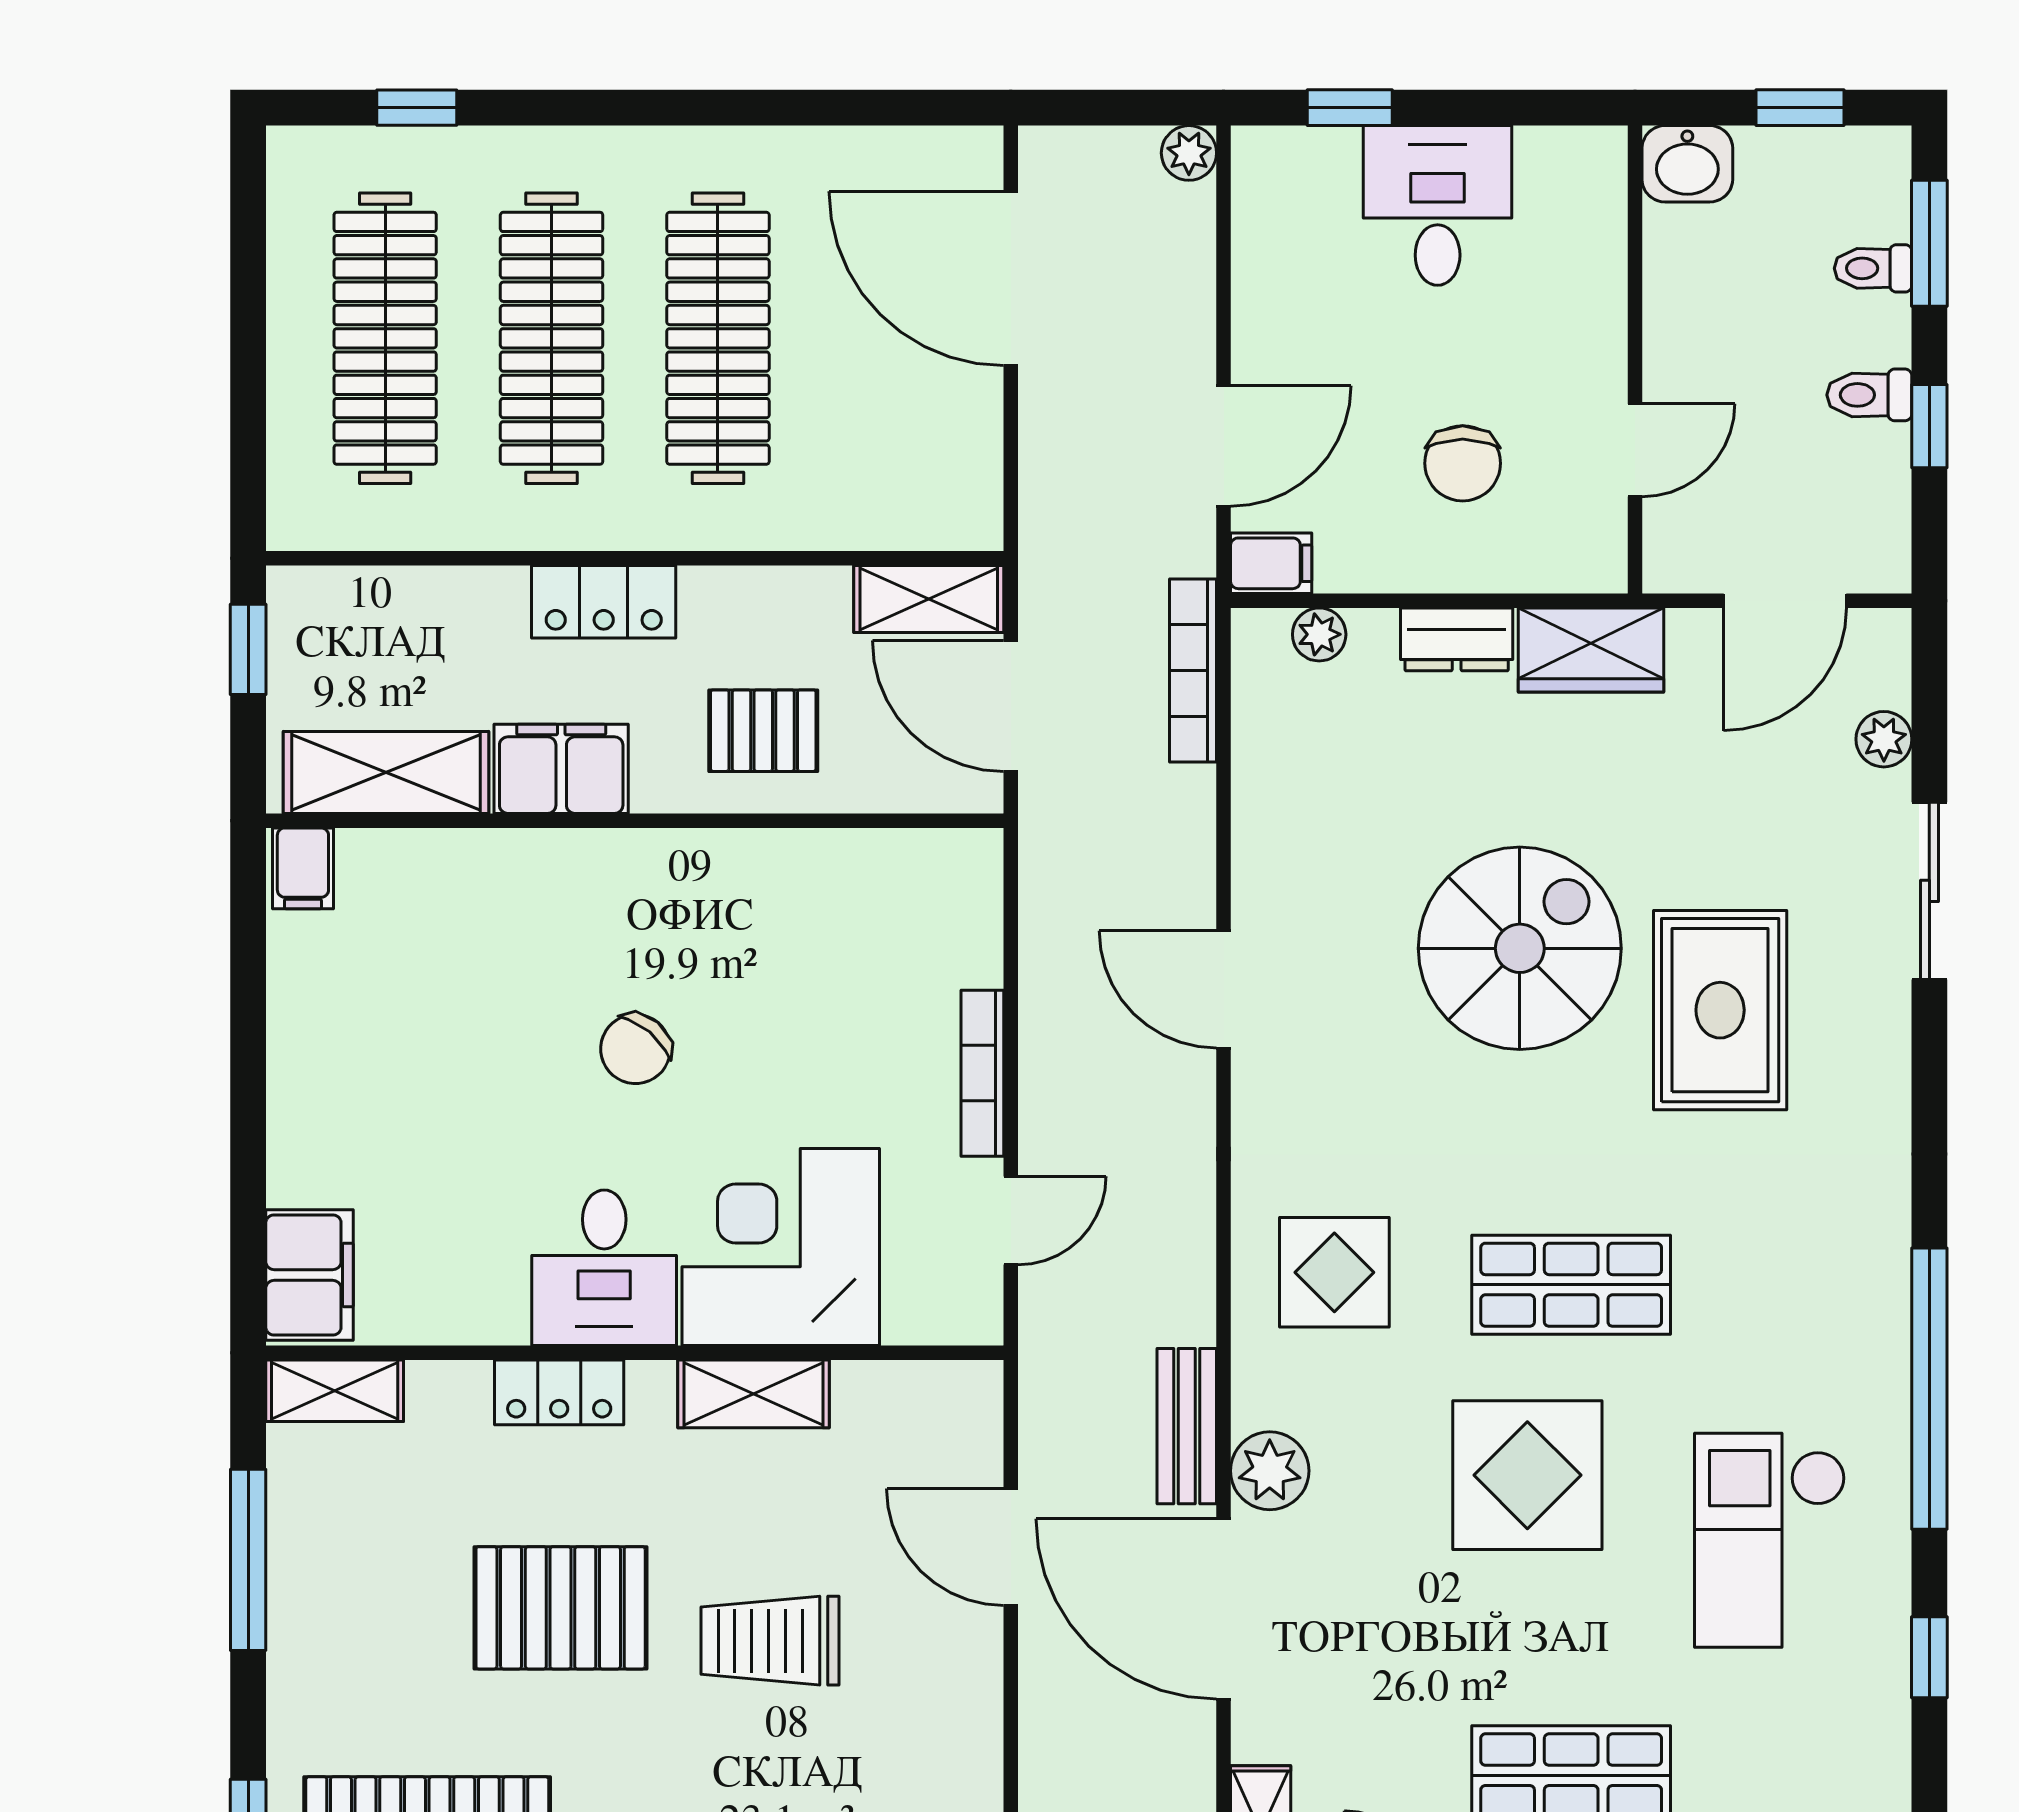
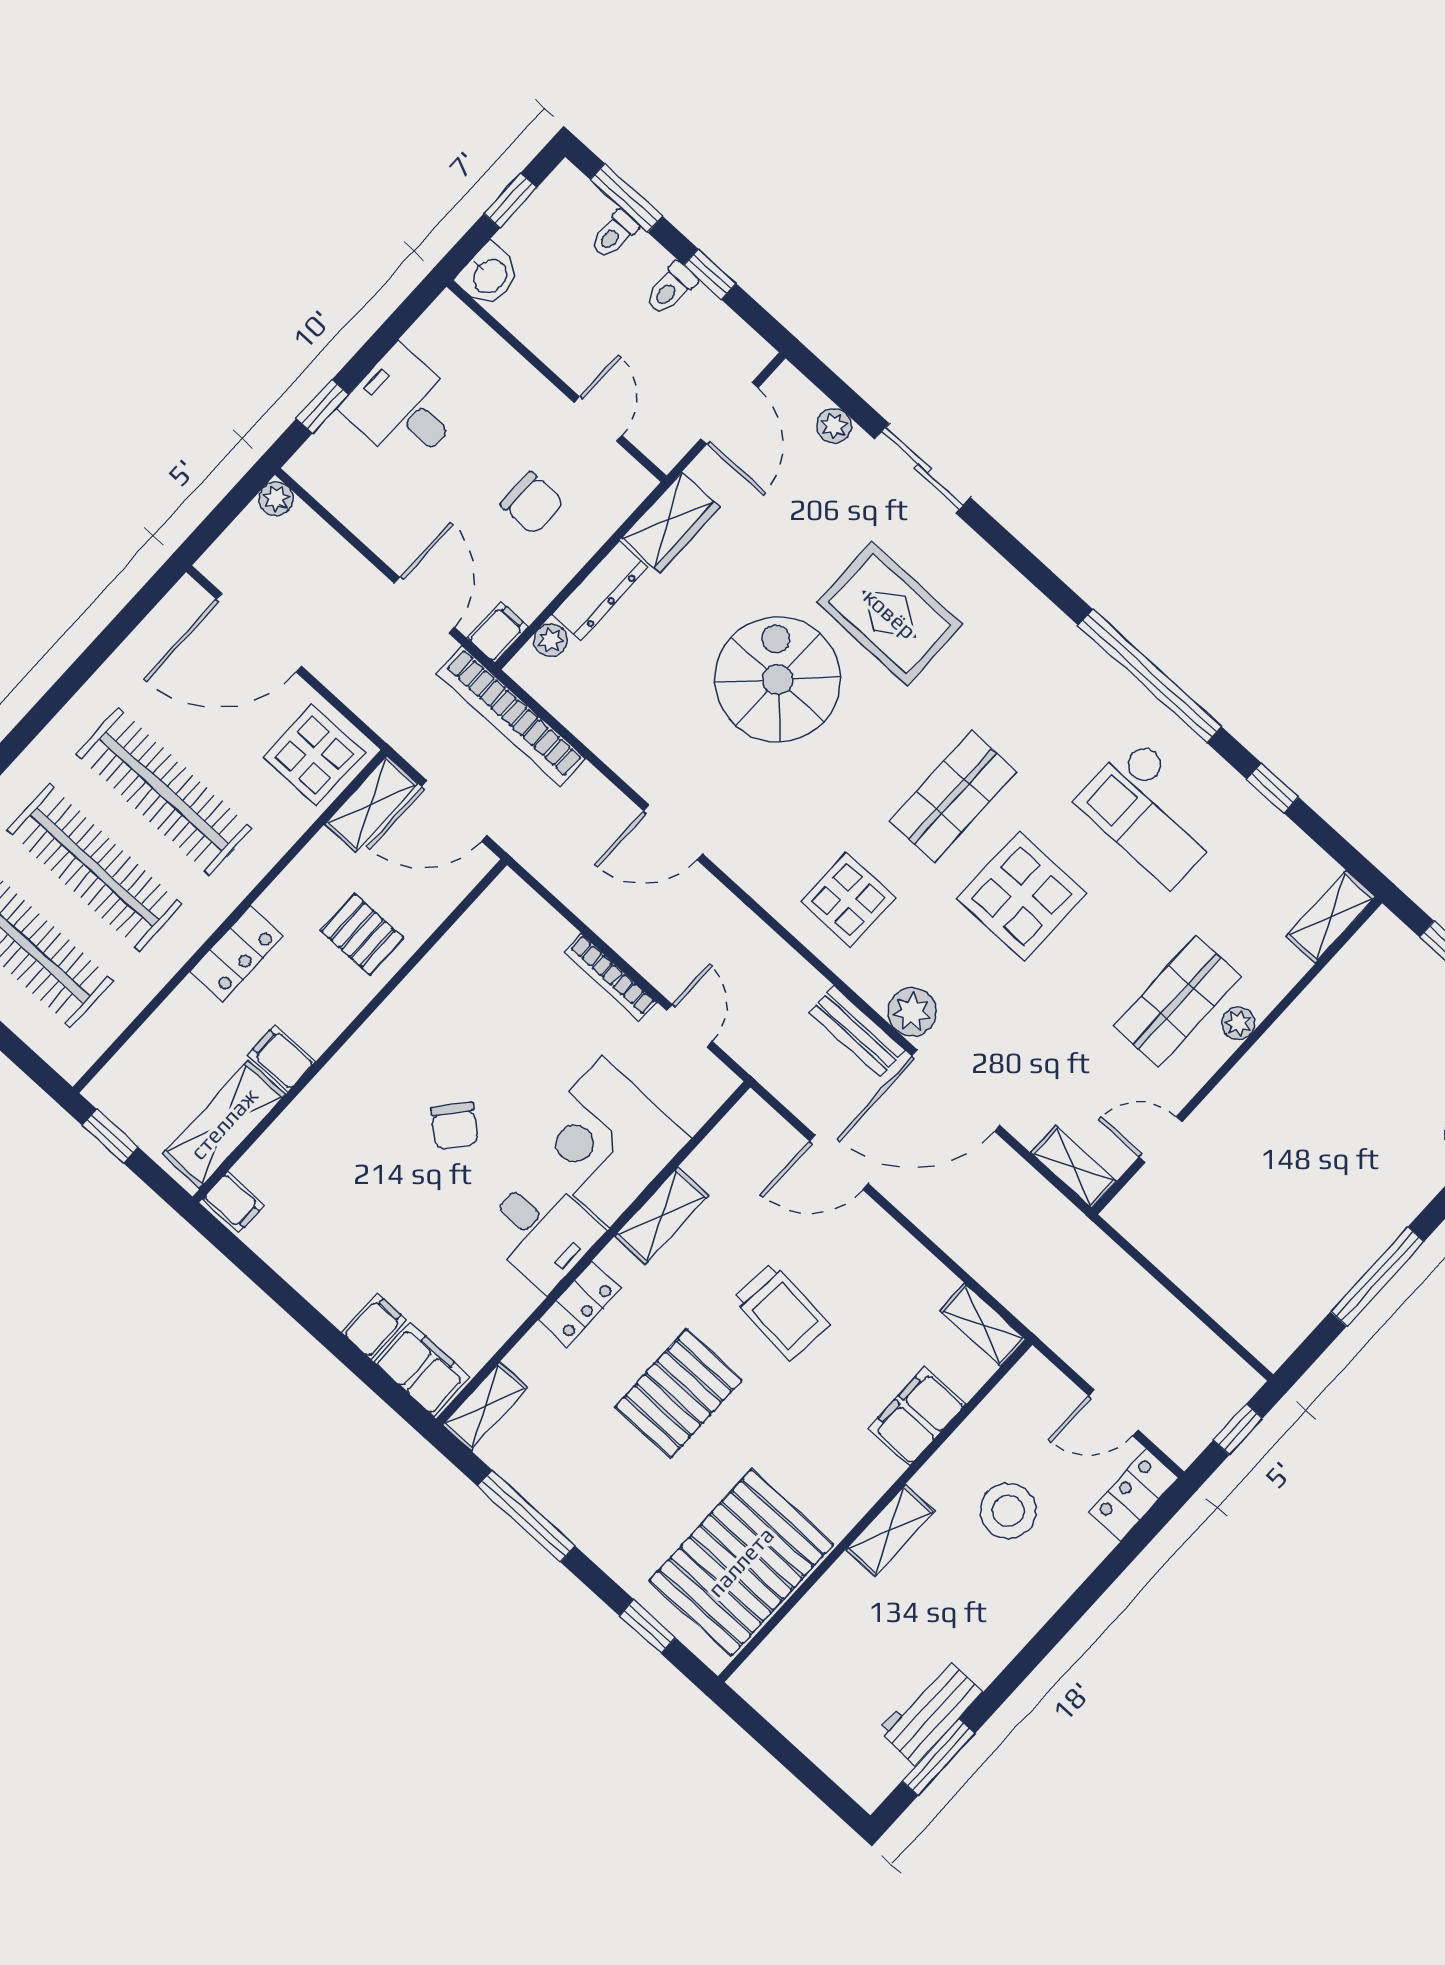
display table: (925, 477) -> (314, 755), added
dresser: (1457, 639) -> (600, 591), width x1.44
bookcase: (1193, 670) -> (511, 716), width x1.48, depth x1.31
pallet: (763, 731) -> (362, 935), turned 90
filing cabinet: (561, 769) -> (281, 1058), width x0.50
filing cabinet: (309, 1172) -> (374, 1326), added
trolley: (770, 1641) -> (781, 1311), turned -85

